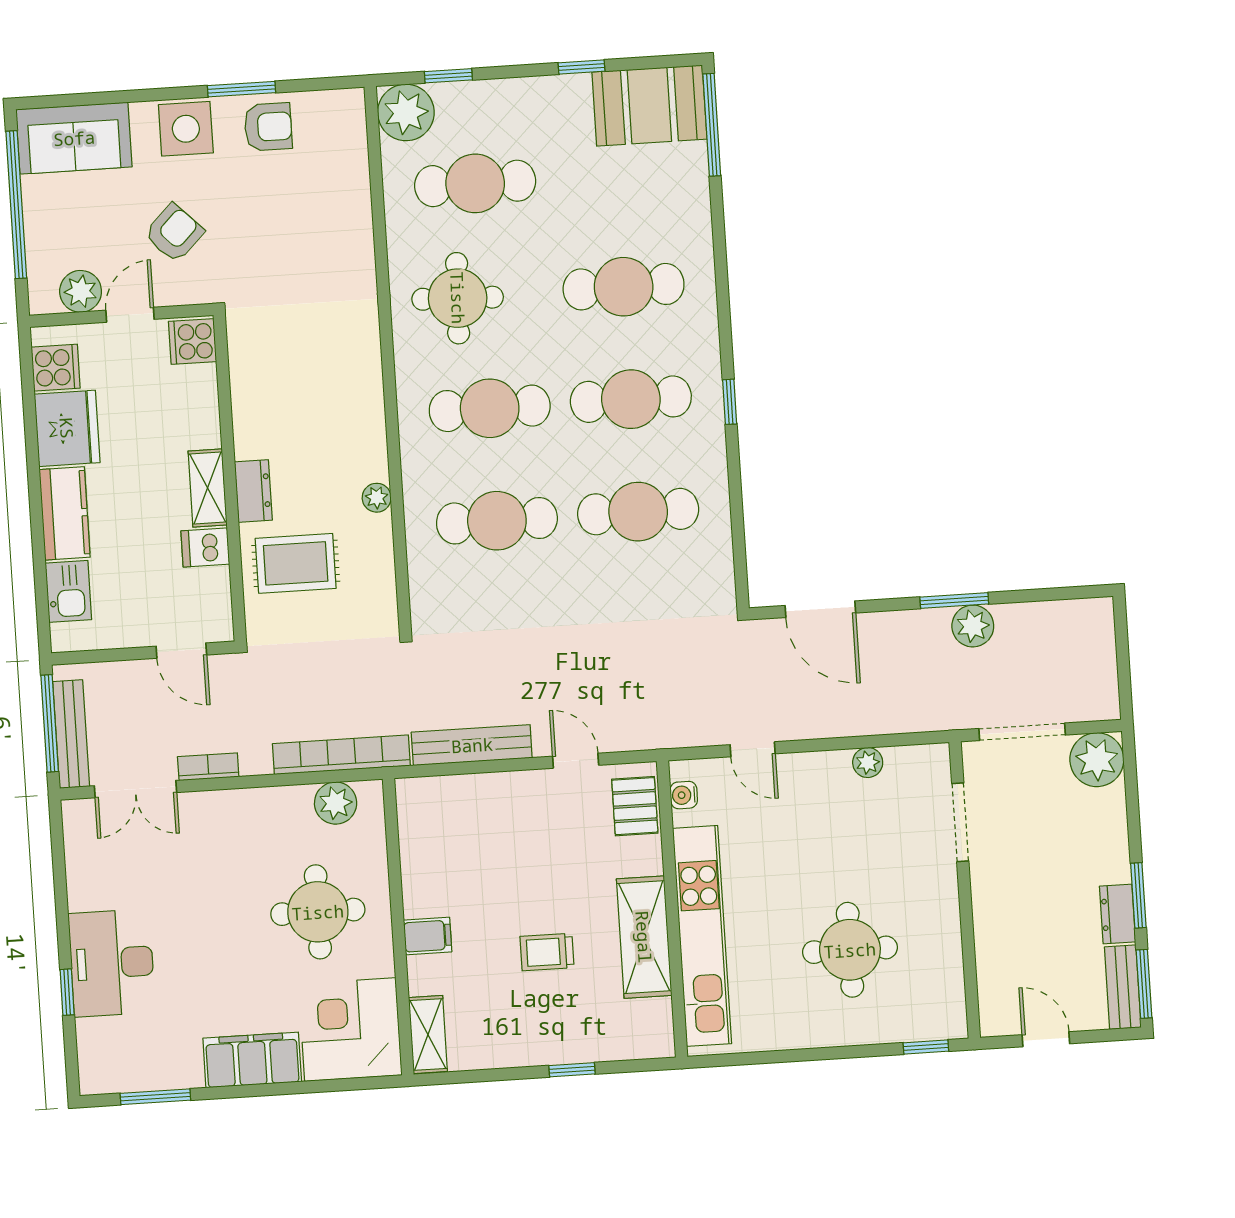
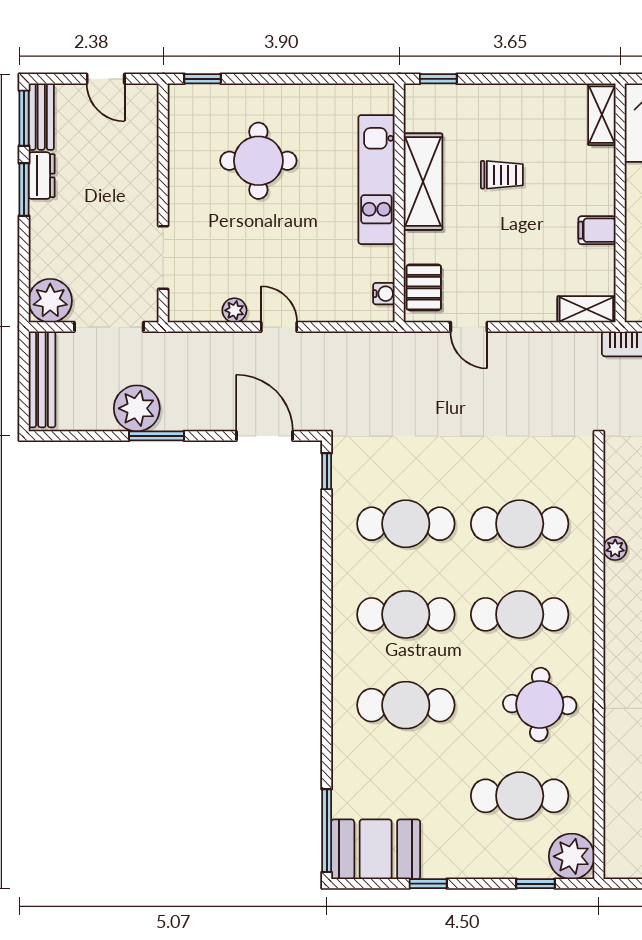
window: (730, 402) -> (327, 471), moved
plant: (973, 626) -> (137, 408), width x1.36, depth x1.36
bench: (472, 745) -> (42, 379), moved, turned 90
door: (753, 749) -> (279, 327), moved
shelving: (431, 792) -> (586, 309), added
filing cabinet: (428, 936) -> (597, 230), moved
kitchen unit: (702, 936) -> (376, 180), width x0.73
window: (572, 1070) -> (438, 79), moved

